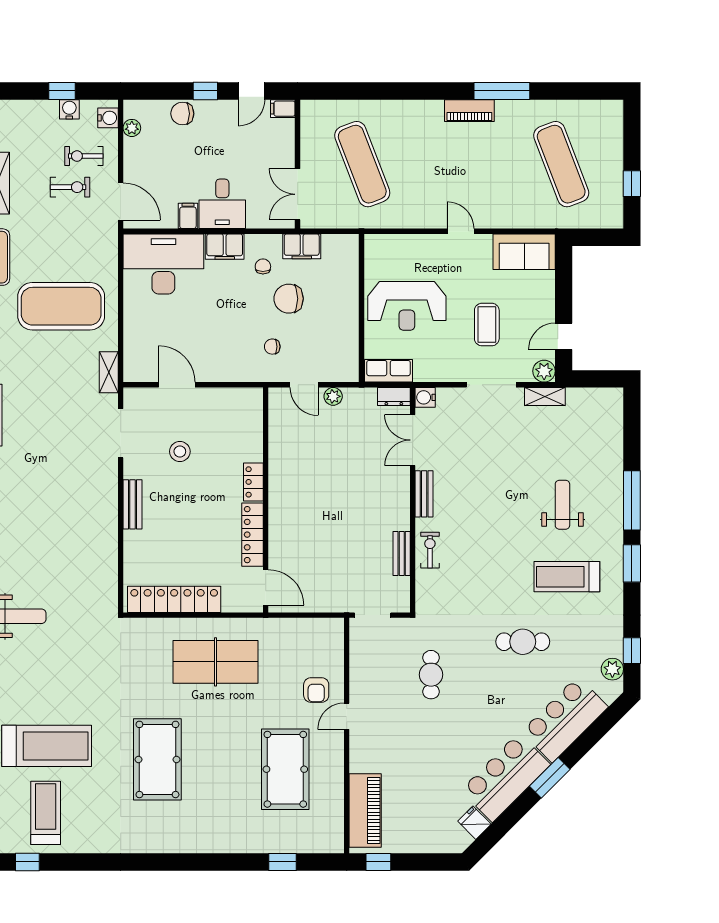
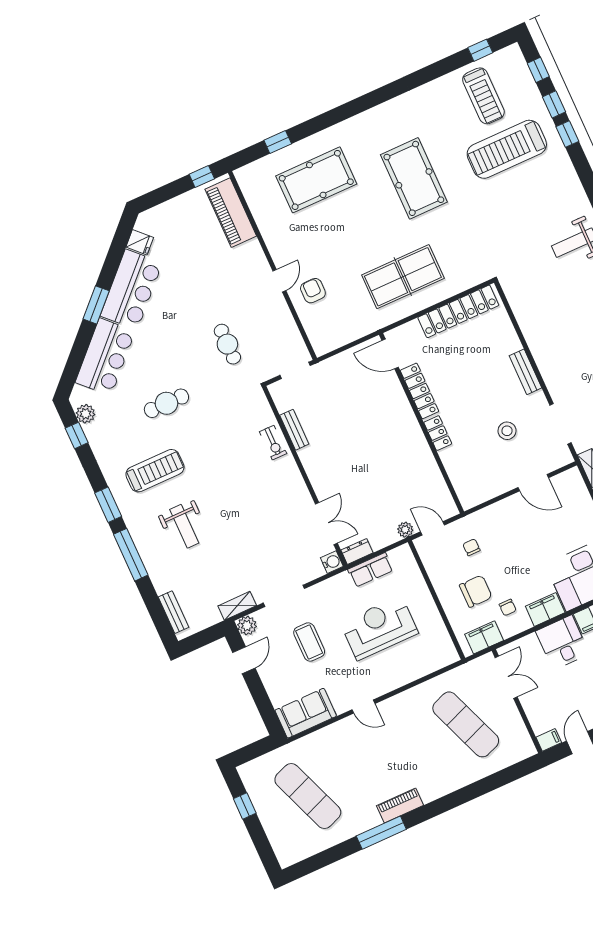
wall: (362, 308) -> (436, 600), moved
chair: (272, 347) -> (471, 547), turned -90
bench: (424, 494) -> (173, 612), moved
pool table: (285, 769) -> (316, 180), moved, turned 90

